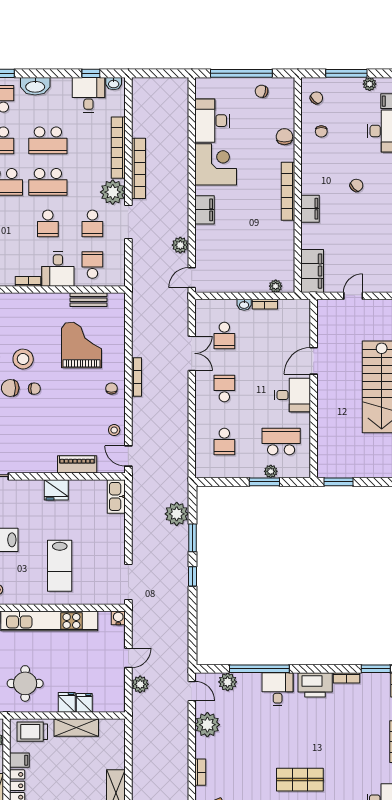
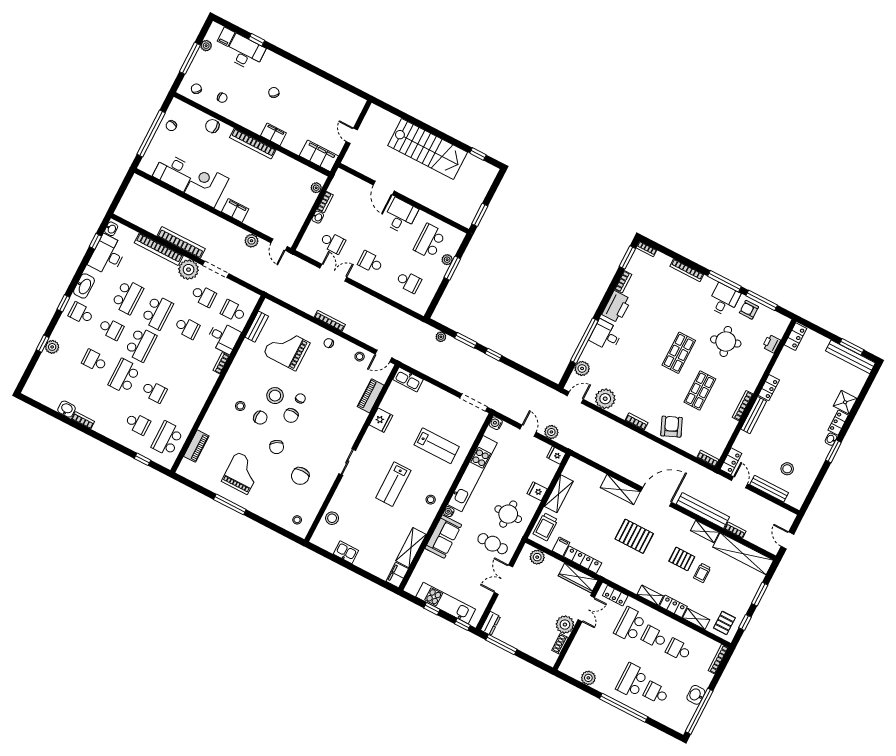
desk: (88, 95) -> (108, 255), width x1.37
plant: (177, 514) -> (441, 337), width x0.53, depth x0.53
fridge: (84, 703) -> (556, 455), moved

